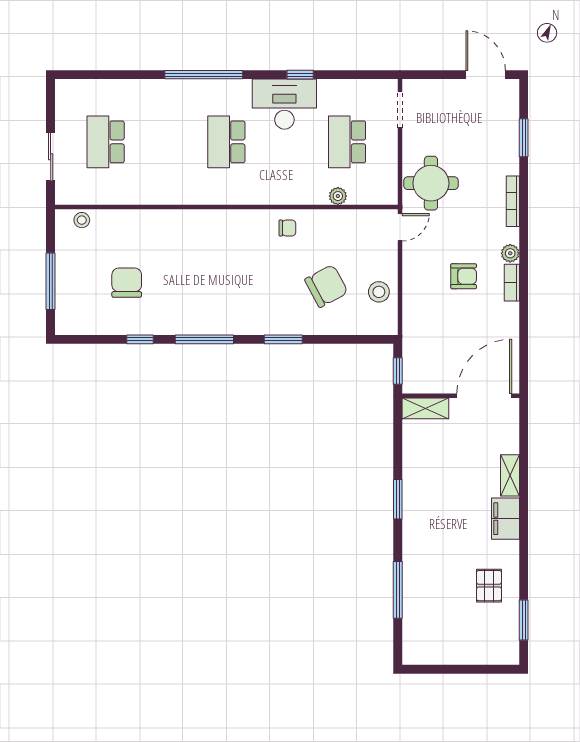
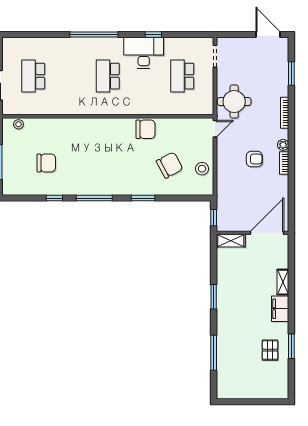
plant: (338, 196) -> (177, 109), removed
chair: (287, 228) -> (145, 129), width x1.87, depth x1.87
chair: (127, 283) -> (46, 163), turned 90
window: (524, 620) -> (291, 346), moved

